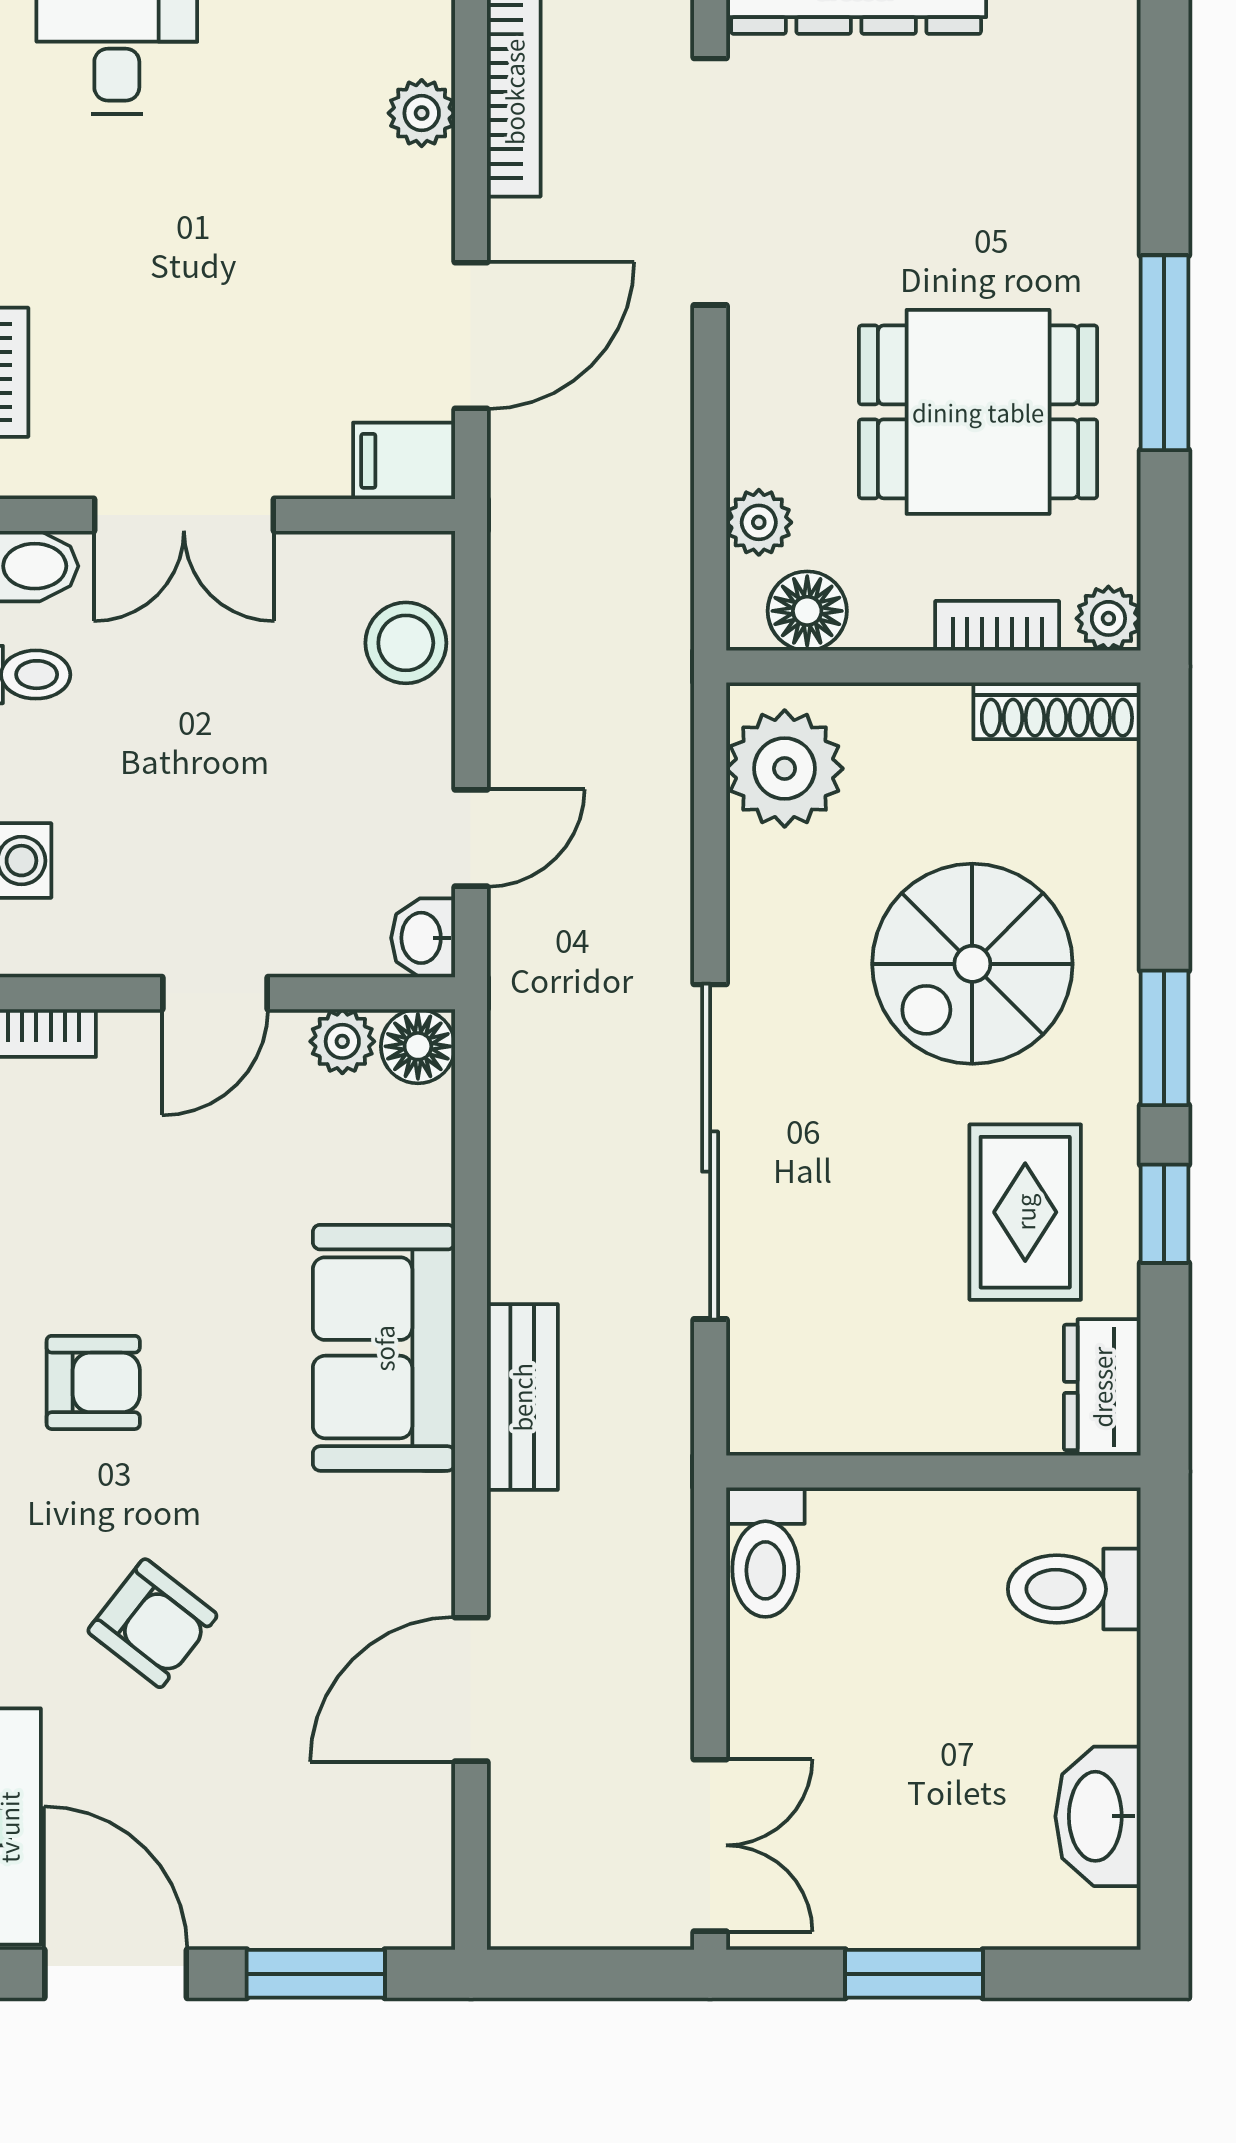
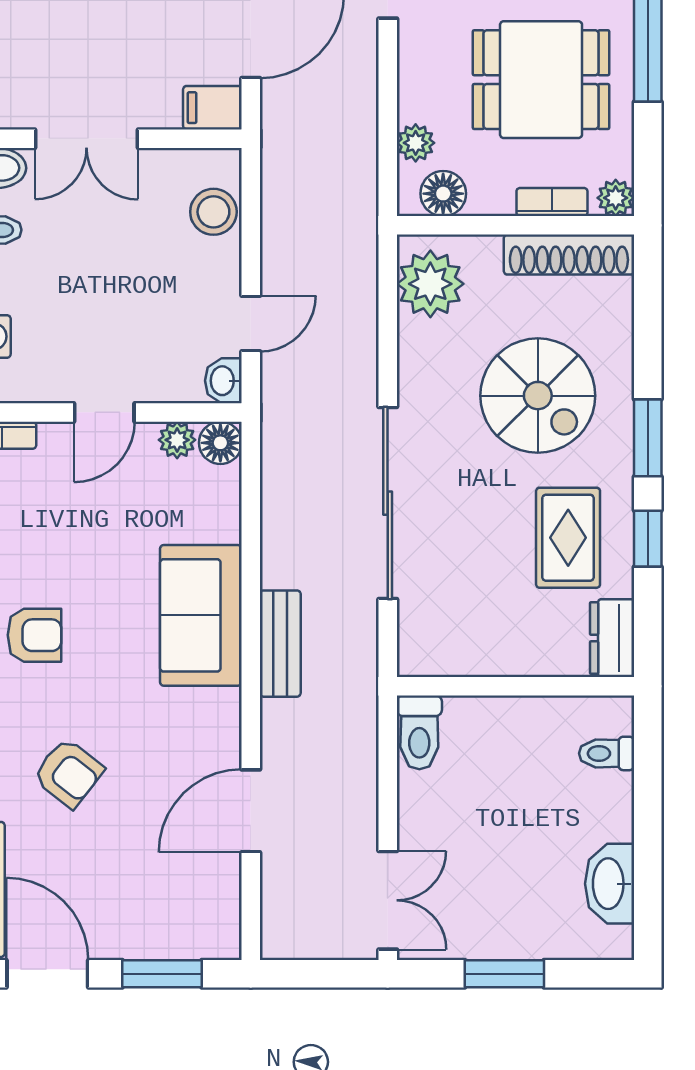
shoe rack: (1057, 711) -> (569, 255), width x1.36, depth x1.24
spiral stairs: (972, 964) -> (538, 396), turned -90
toilet: (1074, 1589) -> (607, 753), width x0.73, depth x0.72

